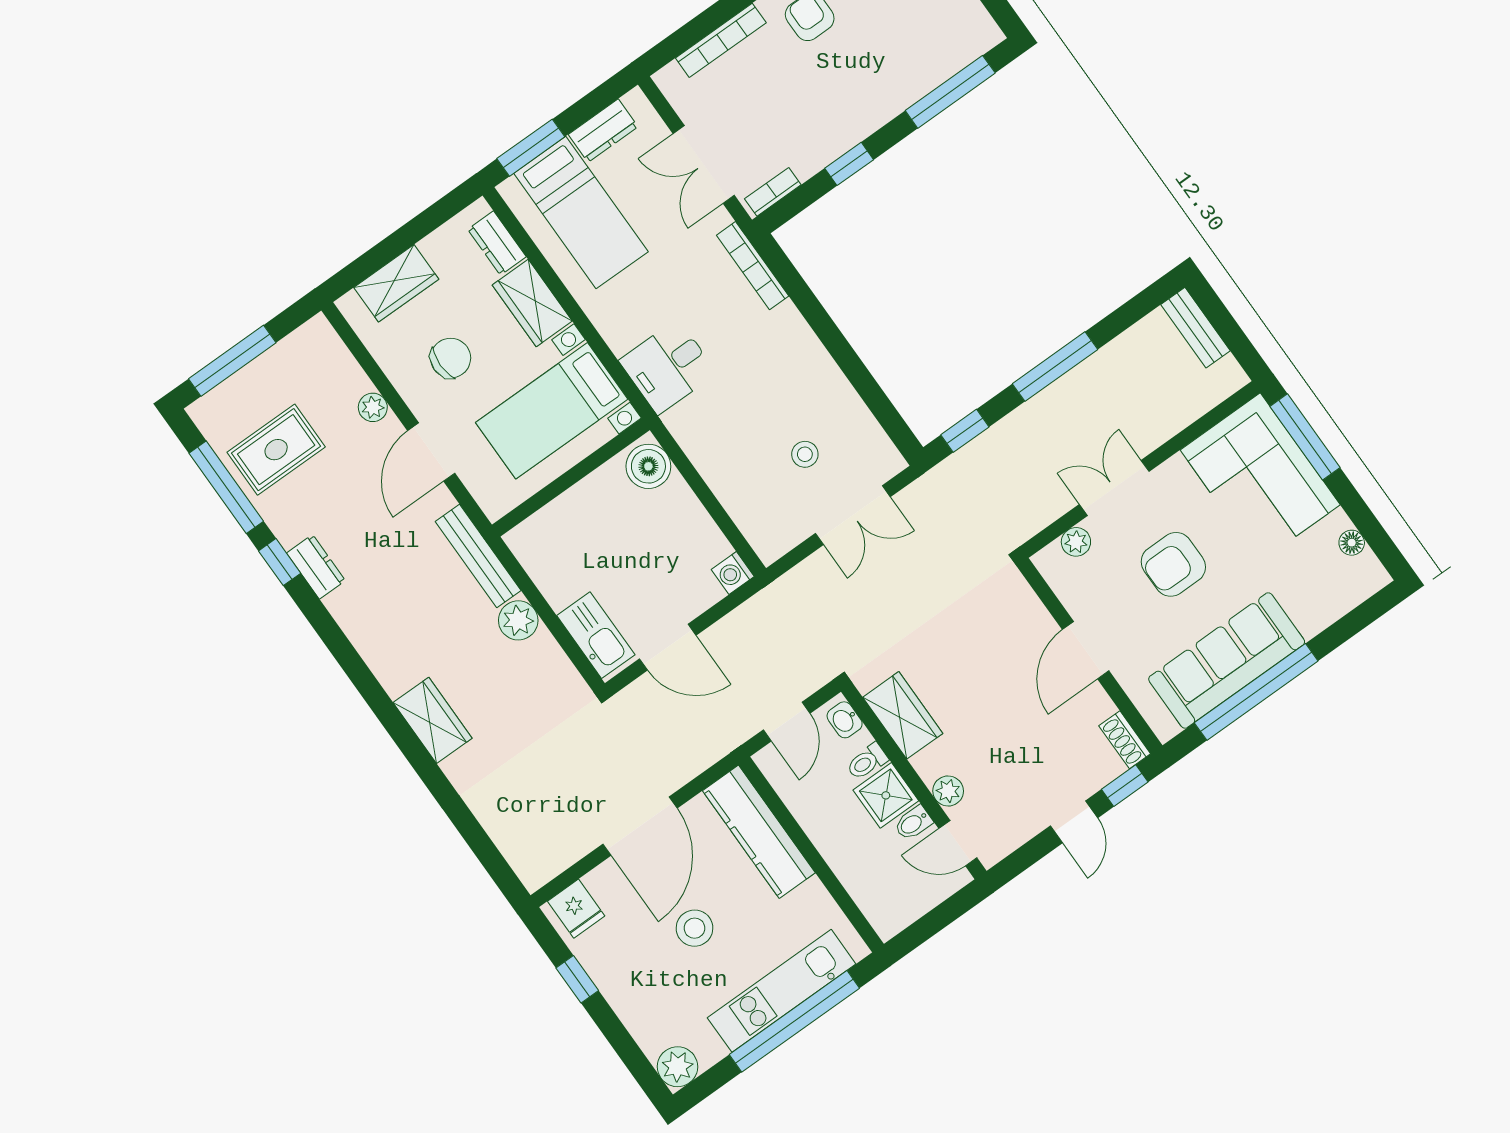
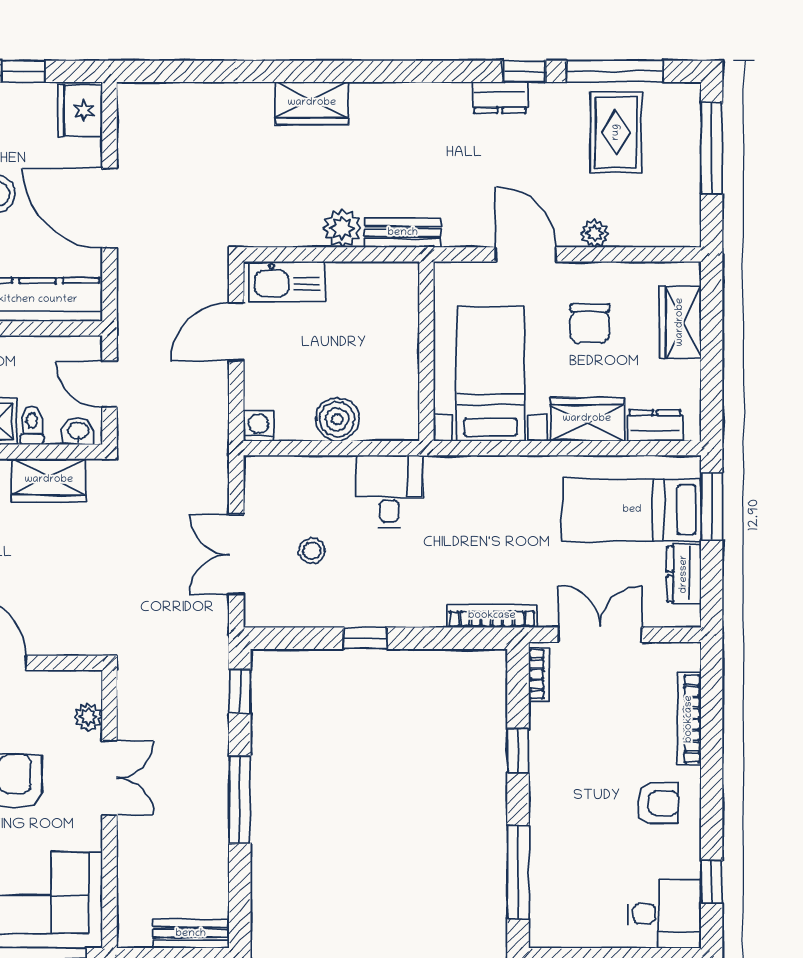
window: (846, 358) -> (365, 638), added
desk: (668, 367) -> (389, 491), moved
boiler: (648, 466) -> (337, 419), moved
bench: (478, 556) -> (403, 233), width x0.73
fridge: (576, 909) -> (80, 111), width x1.38

